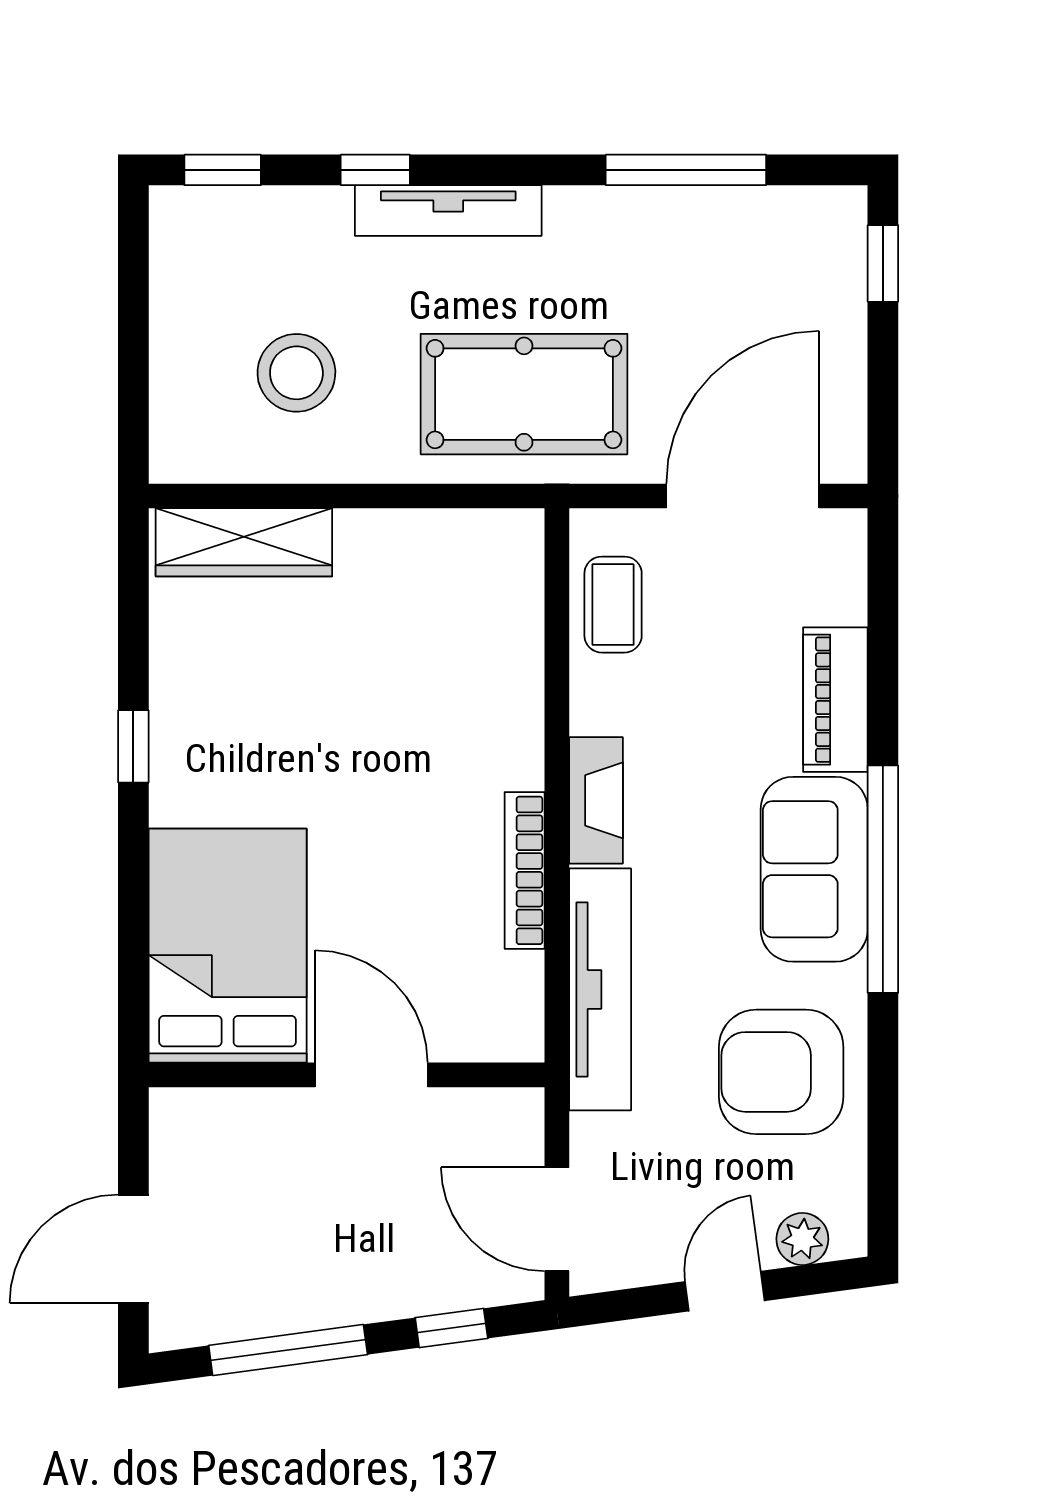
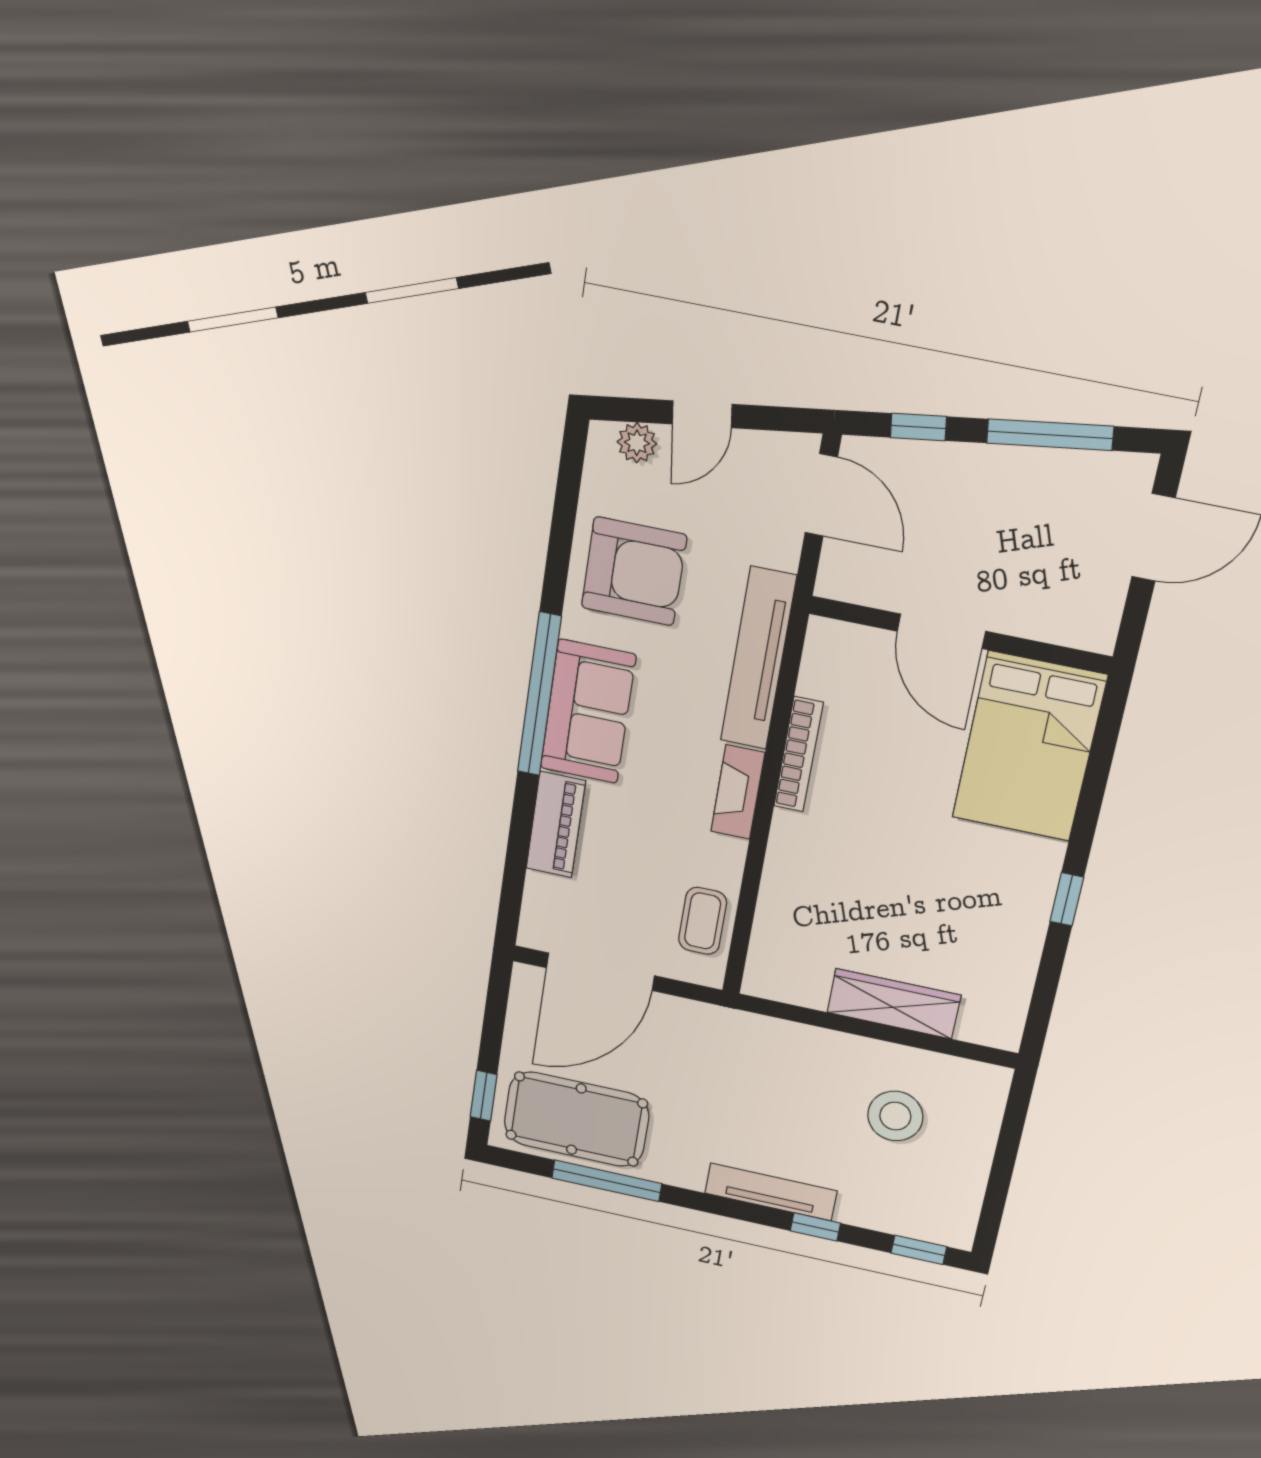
pool table: (524, 394) -> (576, 1119), moved
wardrobe: (244, 542) -> (894, 1004), moved

